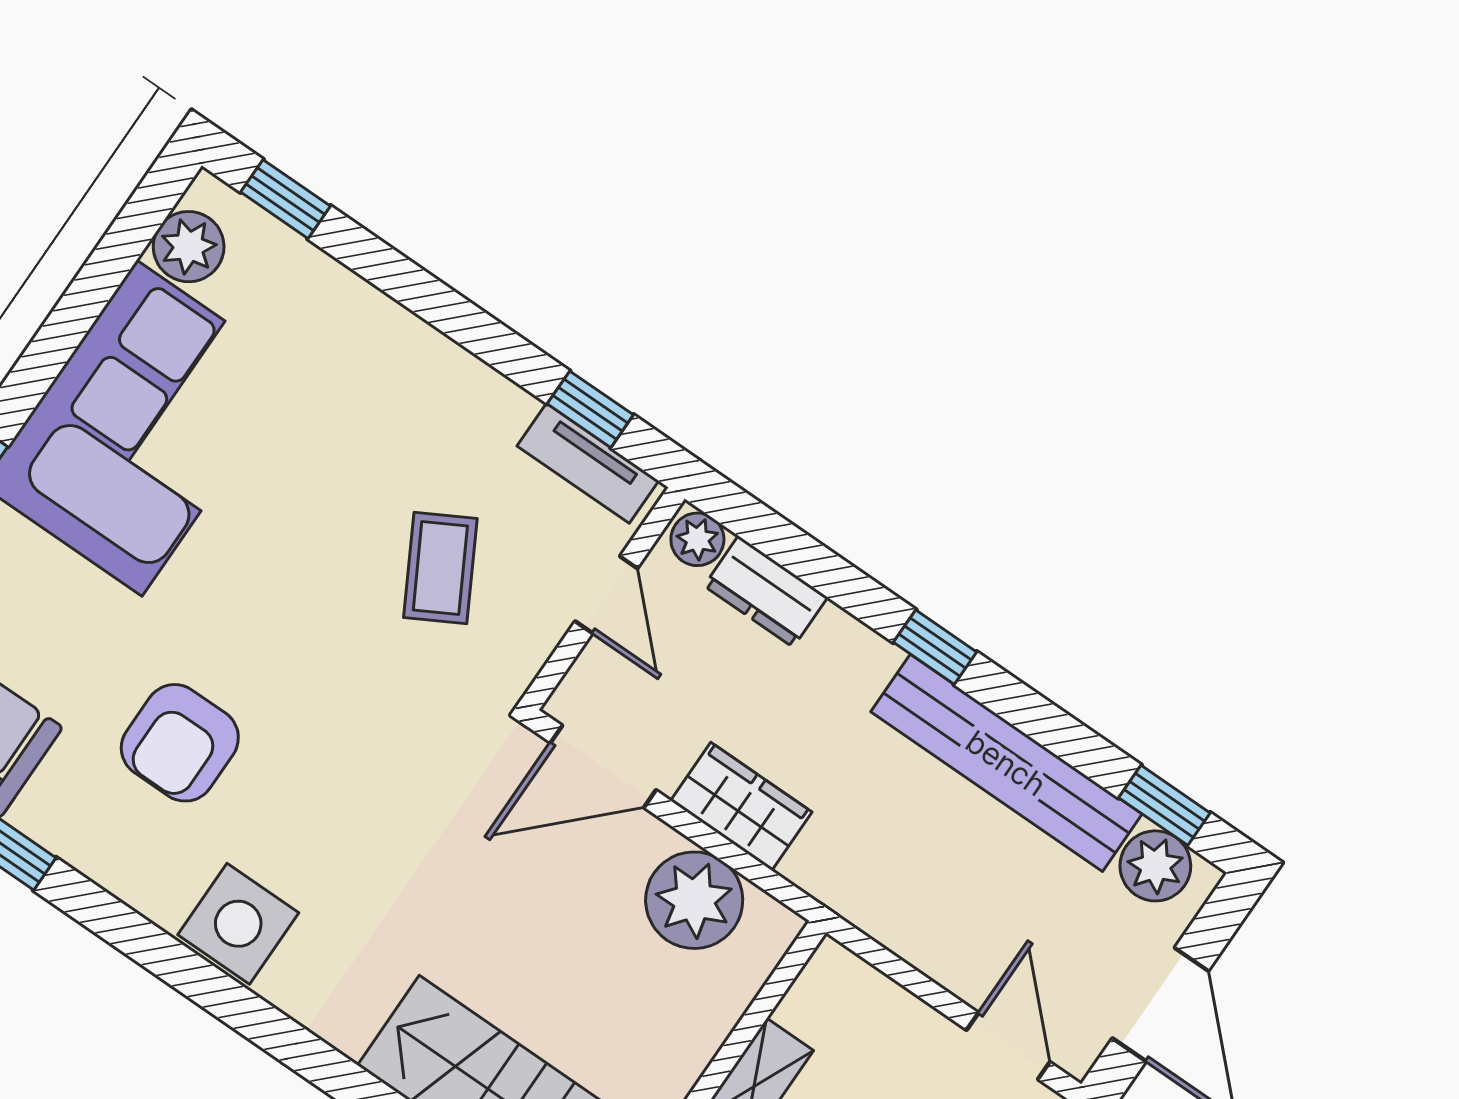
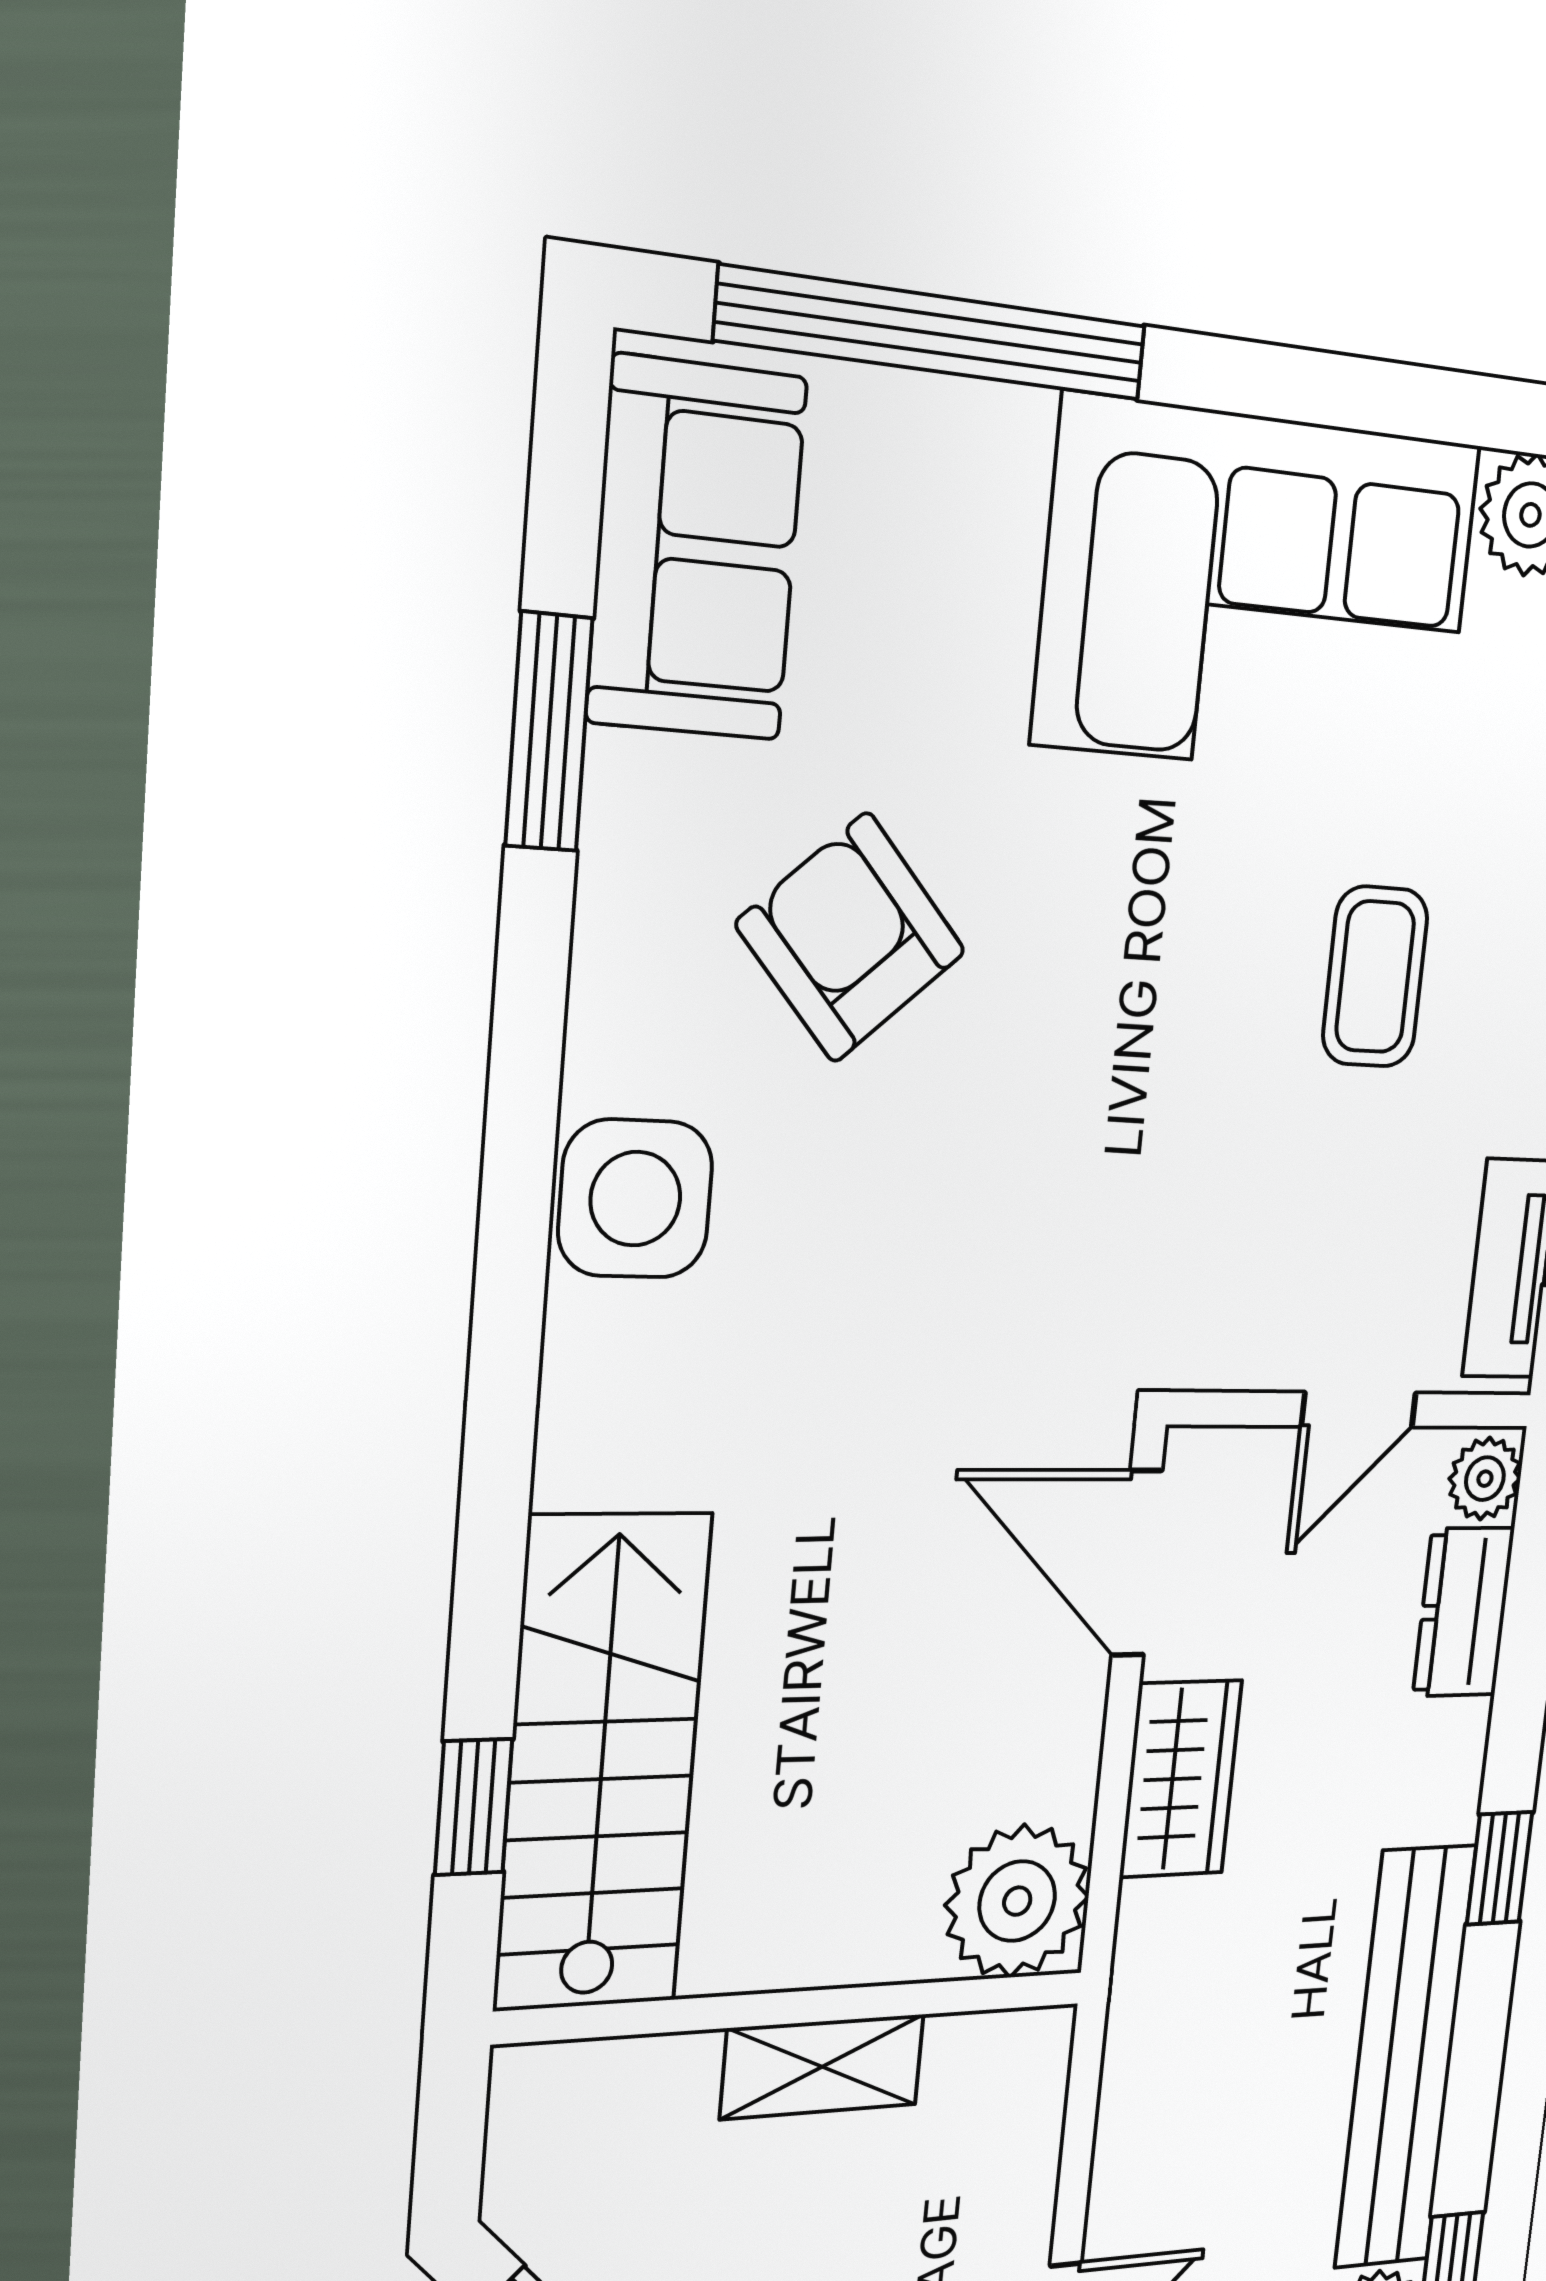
coffee table: (440, 568) -> (1375, 977), moved, turned -61
armchair: (180, 743) -> (851, 938), turned 48
plant: (694, 900) -> (1017, 1901), moved

